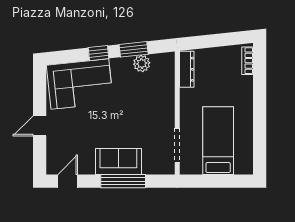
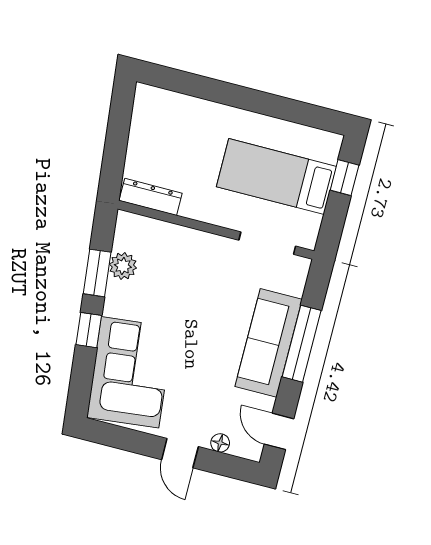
bookcase: (247, 61) -> (162, 97), removed
floor lamp: (52, 148) -> (220, 443), added
sofa: (118, 161) -> (269, 343), width x1.36
window: (228, 181) -> (345, 178), added

